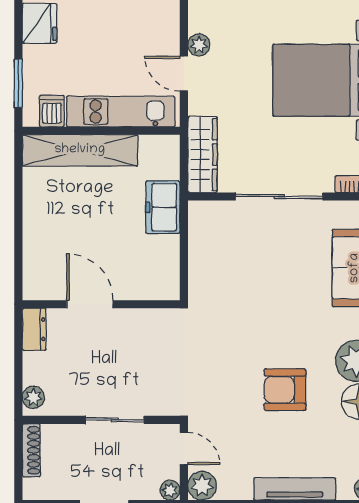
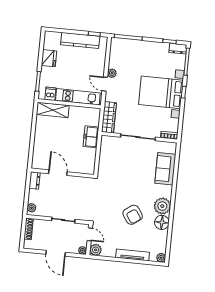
shelving: (80, 150) -> (53, 110), width x0.68
armchair: (285, 390) -> (133, 215), turned -125

